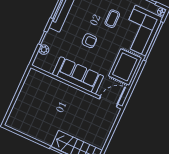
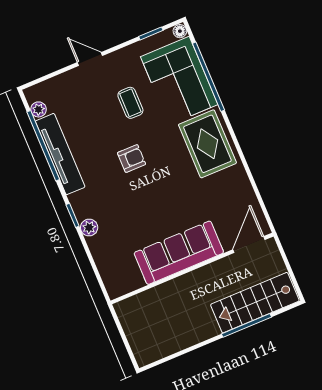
sofa: (78, 75) -> (179, 253), moved
wall: (76, 87) -> (192, 269), moved
door: (108, 102) -> (249, 245), moved

